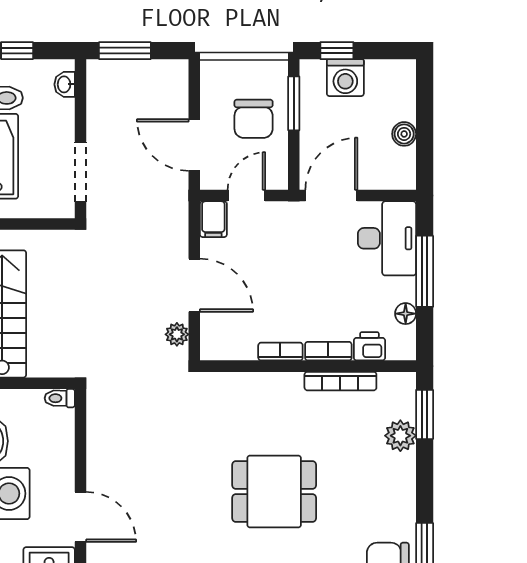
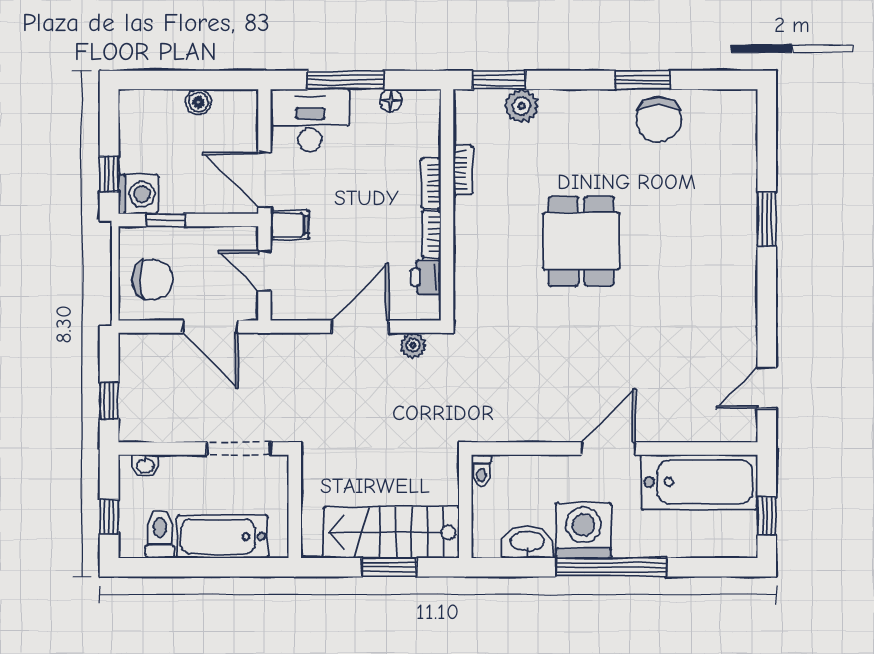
window: (125, 51) -> (109, 401), width x0.67
washing machine: (345, 78) -> (138, 194), moved
window: (294, 103) -> (166, 220), width x0.67
chair: (254, 119) -> (152, 279), moved
door: (194, 145) -> (210, 327), hinge flipped
filing cabinet: (213, 219) -> (290, 225), moved
printer: (369, 346) -> (426, 277), moved
bookcase: (340, 381) -> (463, 170), width x0.64

